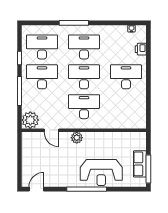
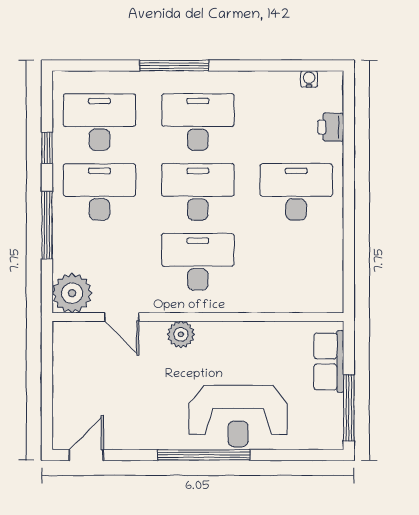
row of seats: (140, 164) -> (329, 361), moved

